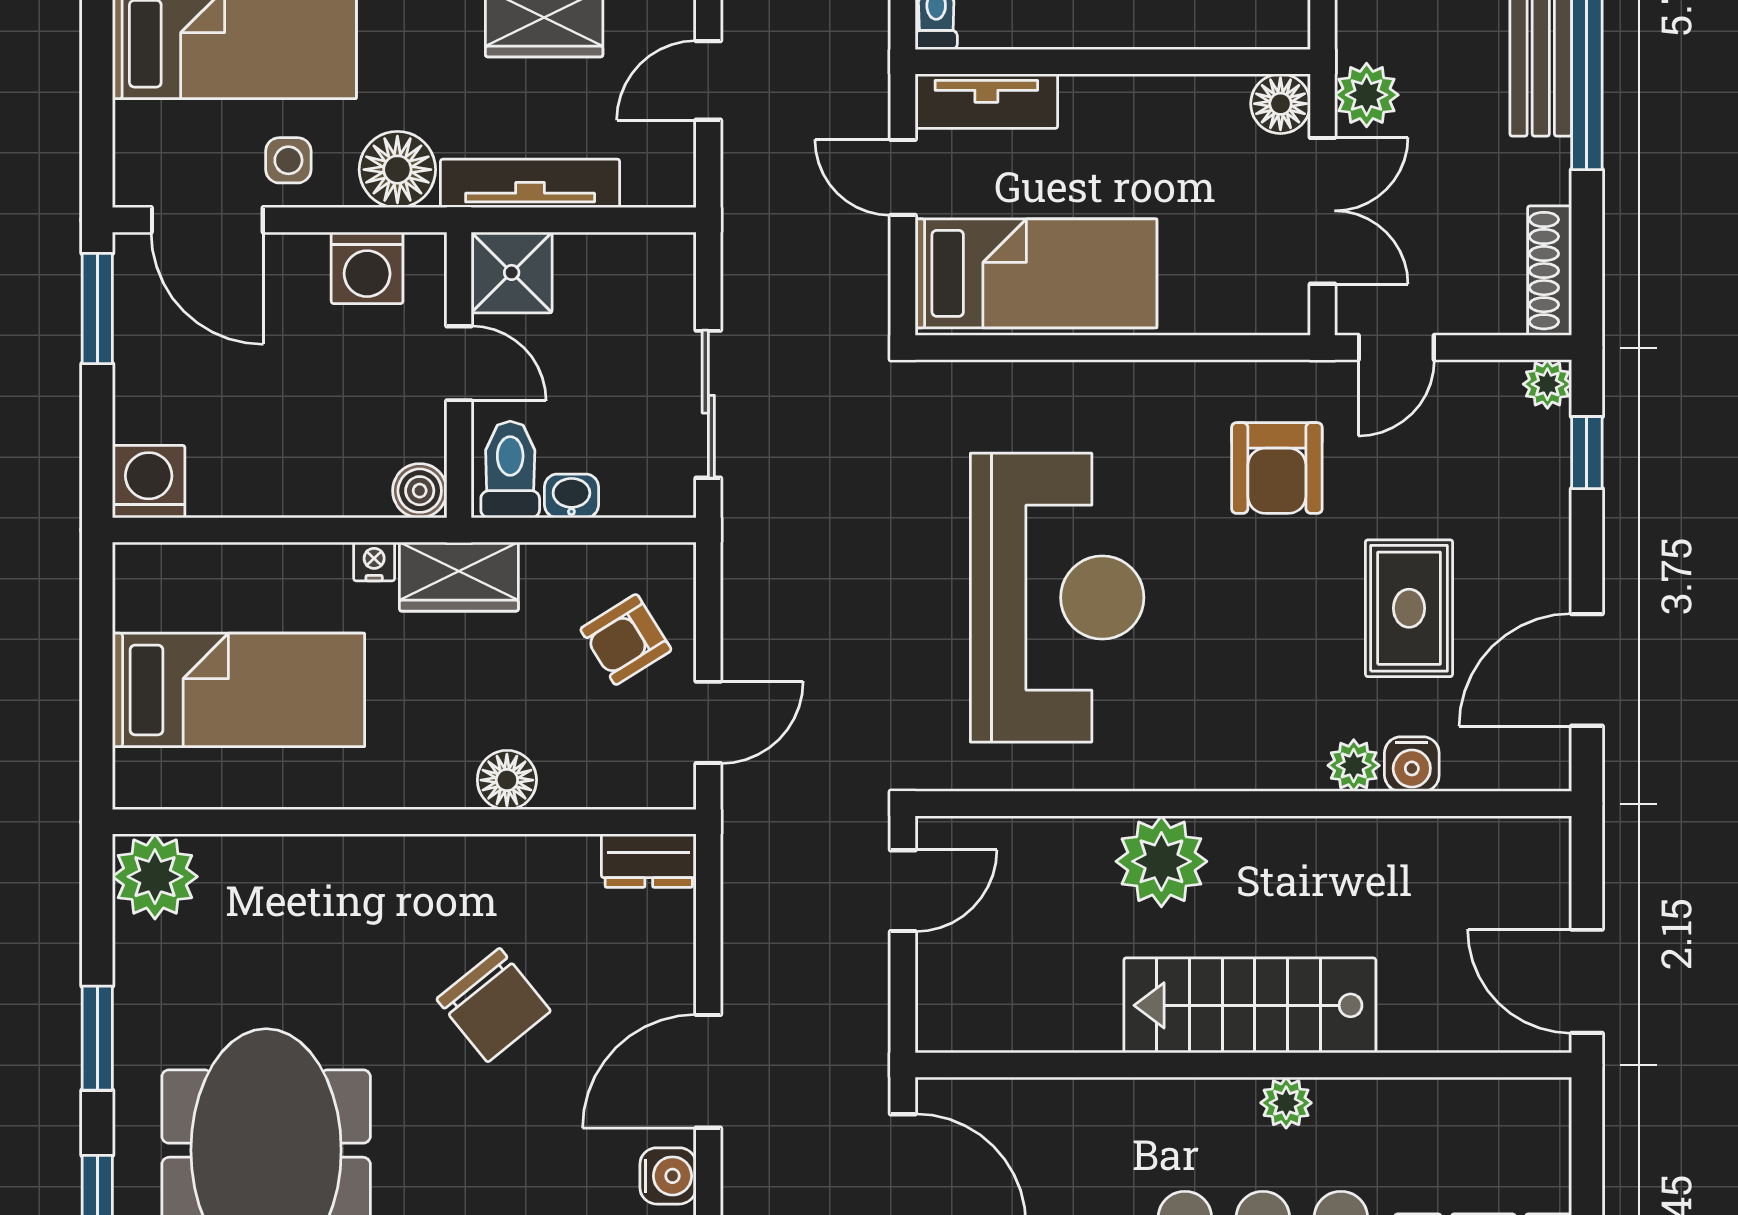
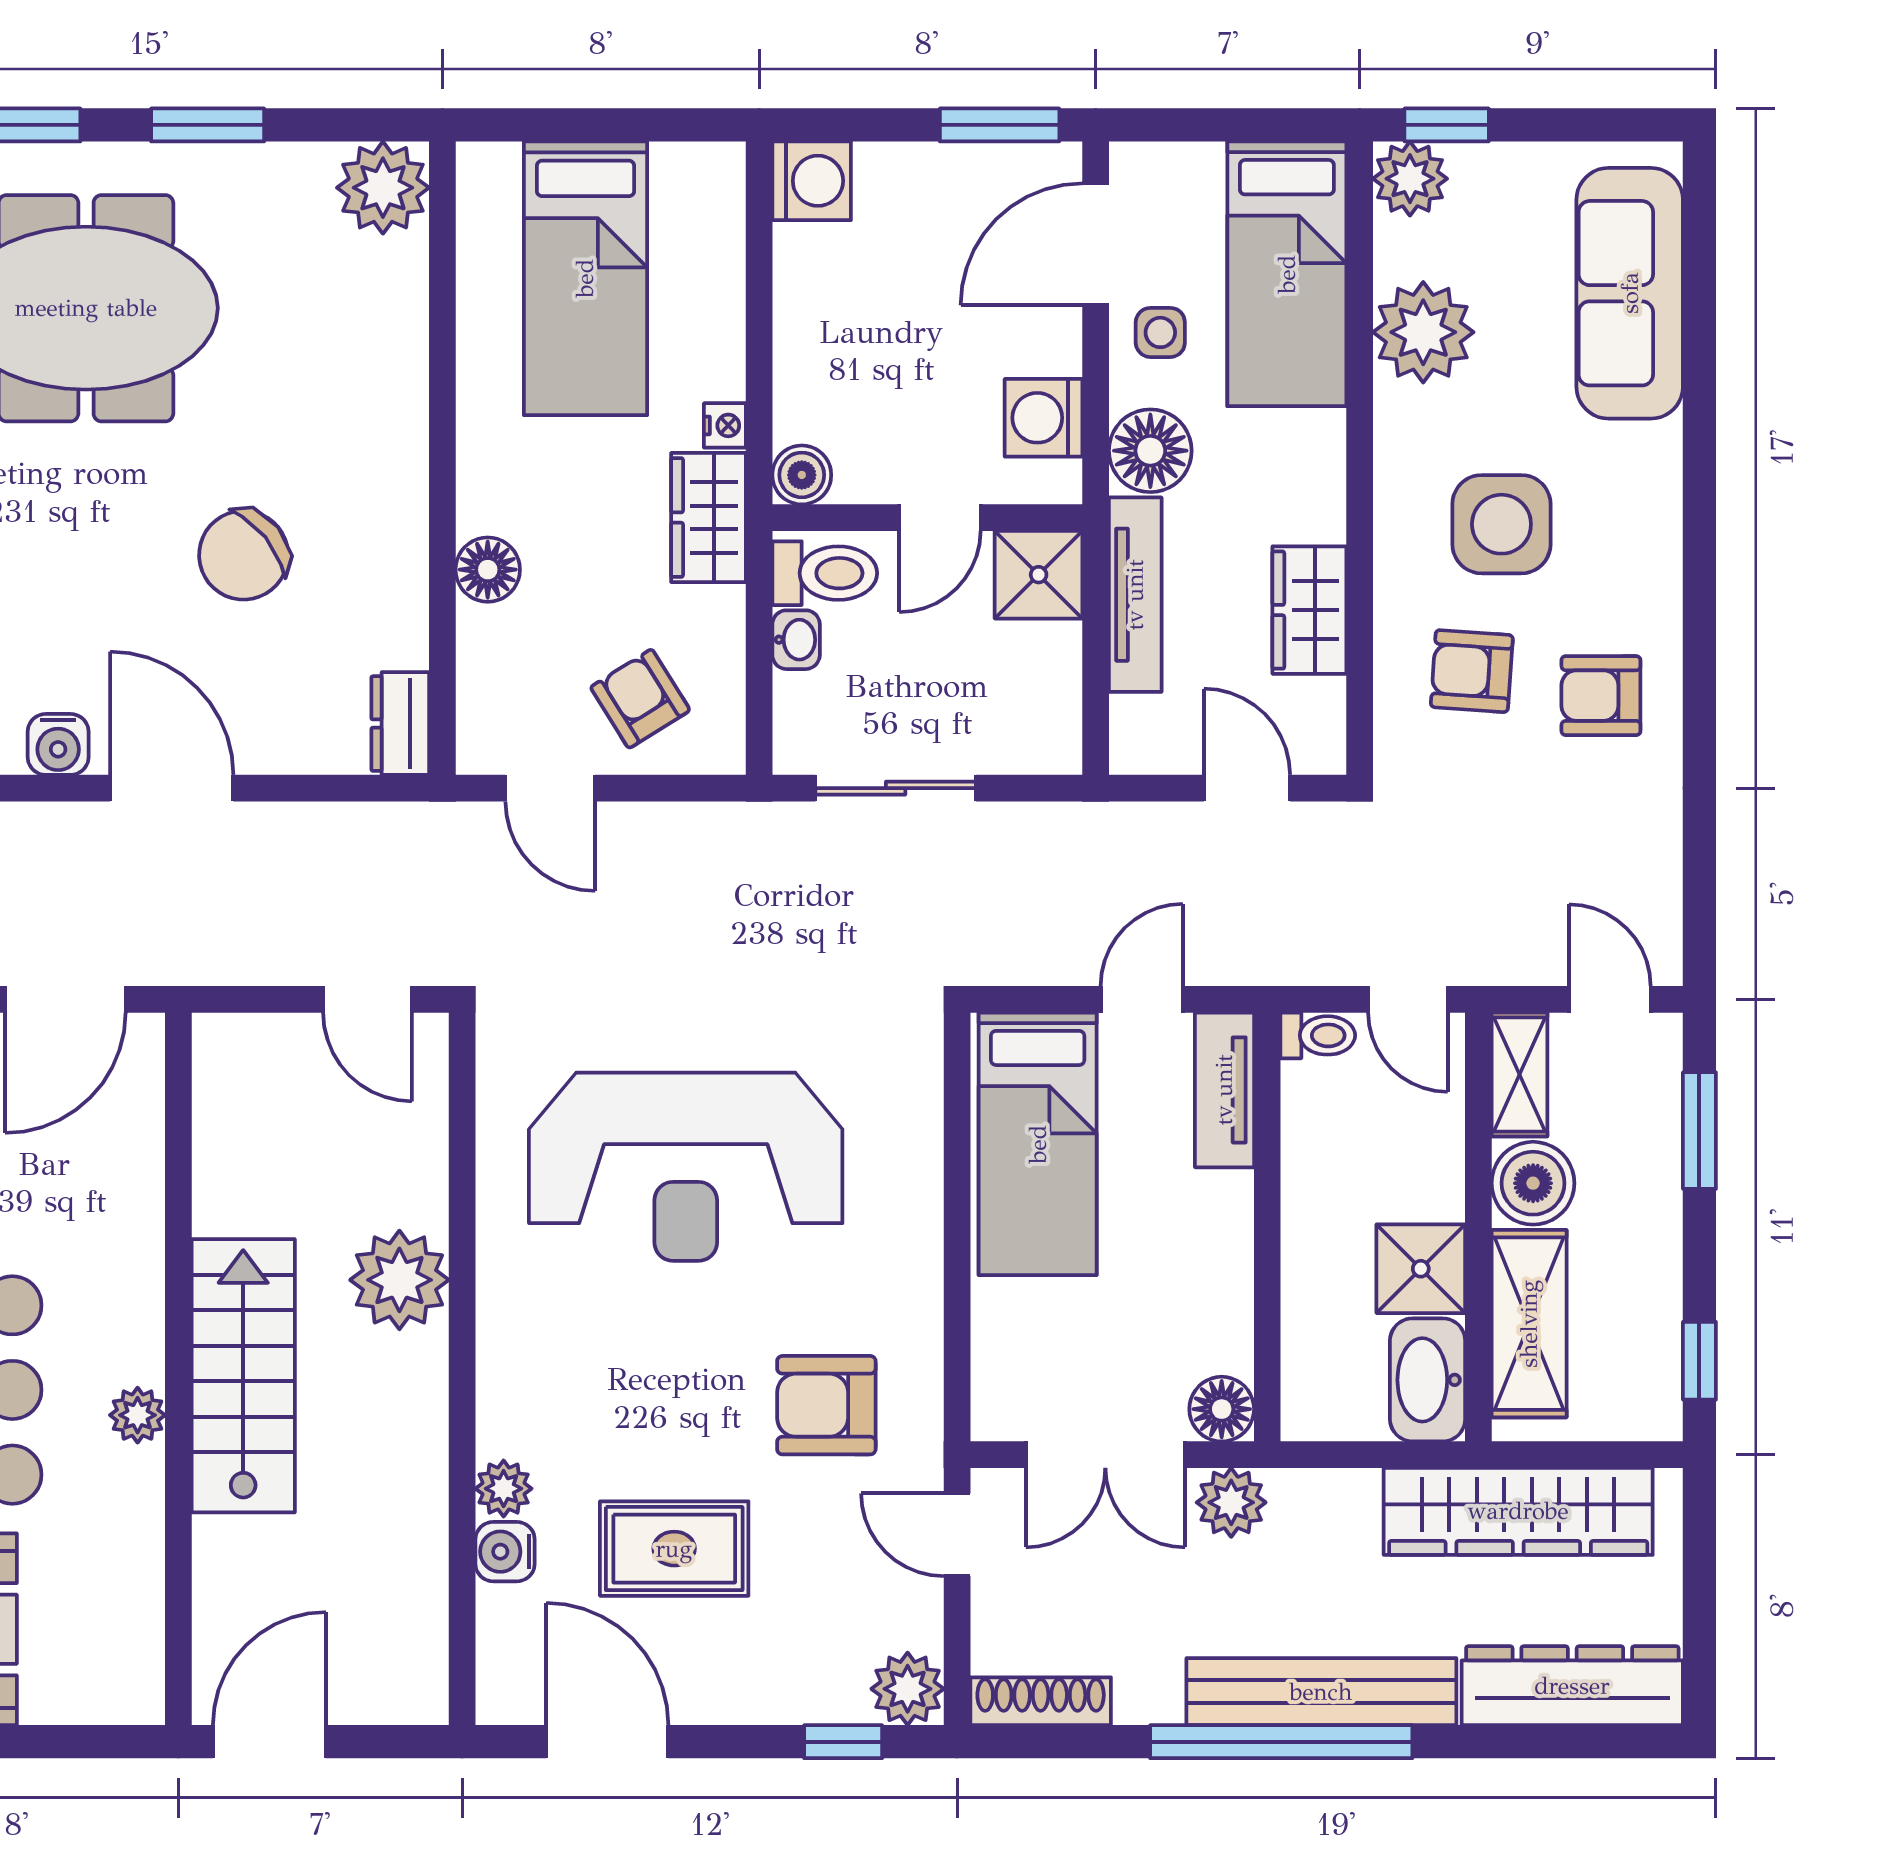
plant: (1547, 384) -> (908, 1689), width x1.38, depth x1.38

